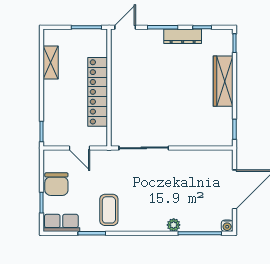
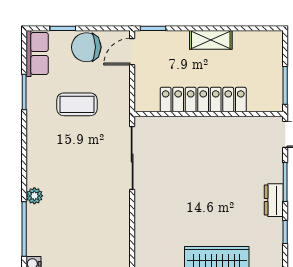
dresser: (183, 36) -> (274, 200), width x0.70
shelving: (51, 63) -> (211, 40), moved
door: (79, 148) -> (132, 52), moved
coffee table: (109, 210) -> (77, 104), moved

